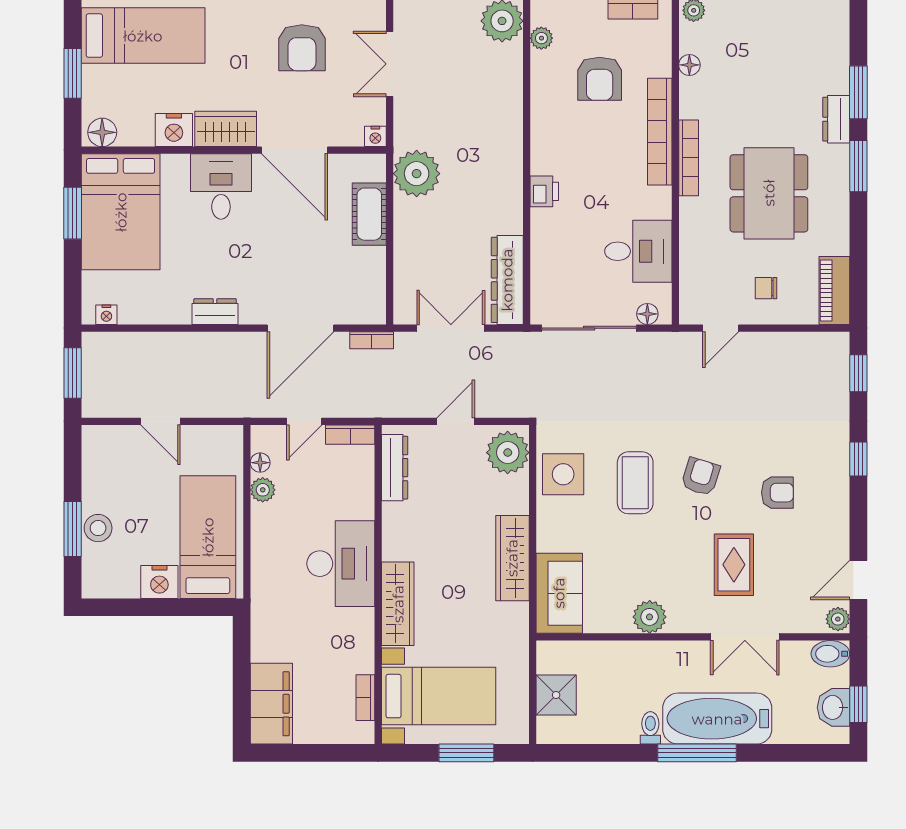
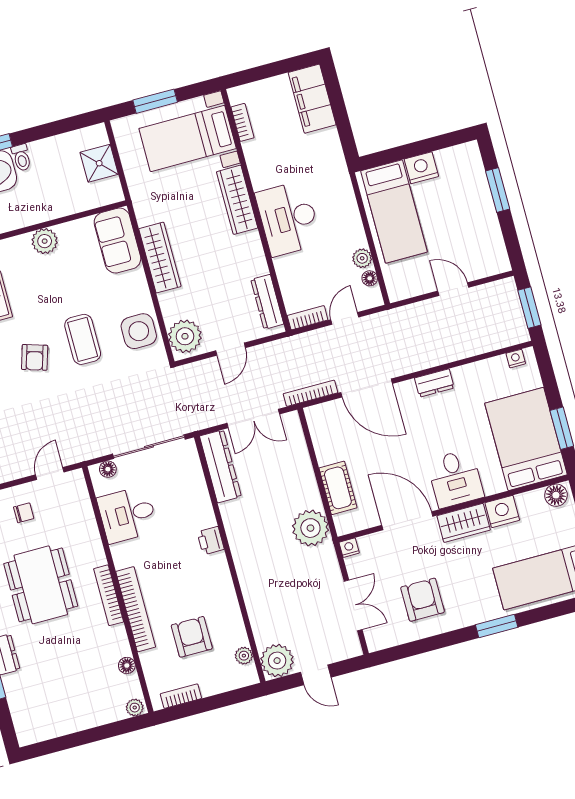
door: (300, 328) -> (367, 388), swing flipped
bookcase: (372, 340) -> (310, 393), width x1.56
stool: (98, 528) -> (479, 196), removed

